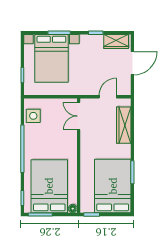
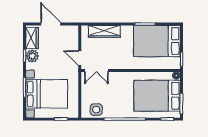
plant: (95, 42) -> (32, 56), added
door: (108, 97) -> (80, 58), moved

